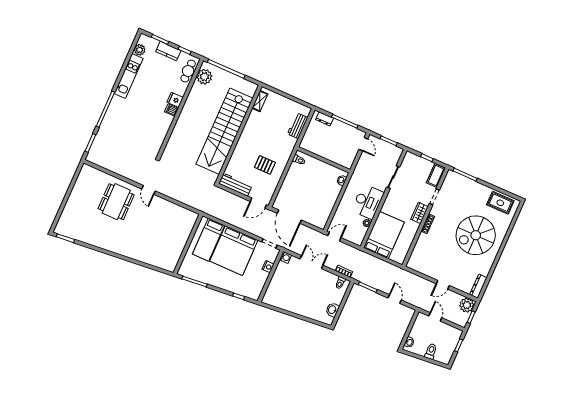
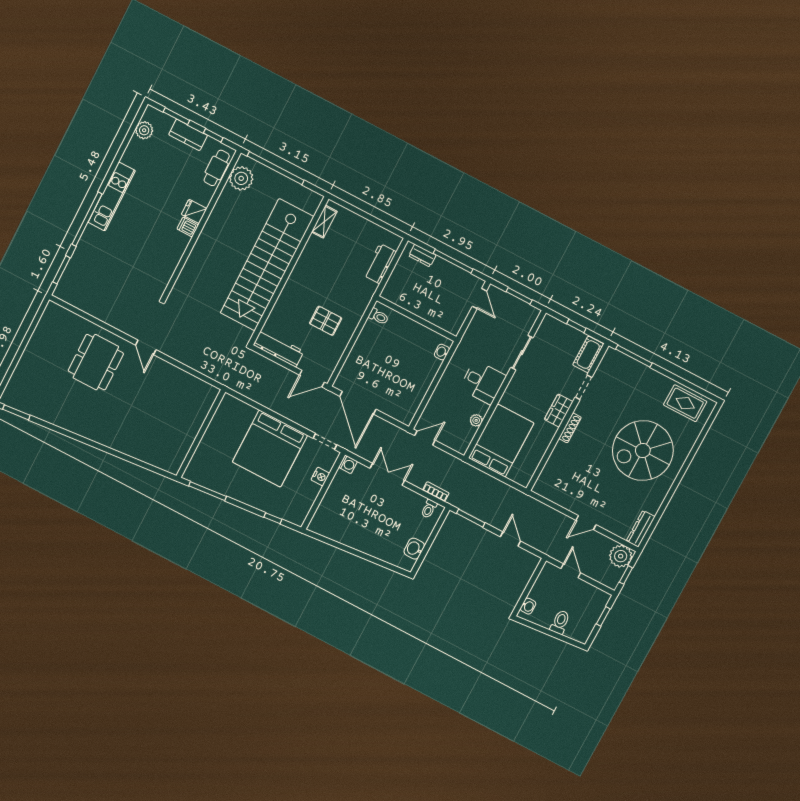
kitchen unit: (129, 76) -> (112, 196), moved
desk: (368, 202) -> (483, 382), width x0.73
bed: (208, 240) -> (232, 429), removed

